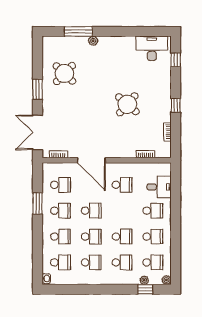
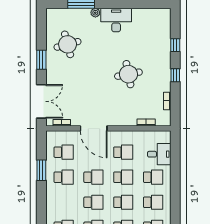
desk: (152, 48) -> (116, 20), moved
window: (176, 60) -> (175, 45), moved
round table: (64, 73) -> (68, 44), turned 31
round table: (127, 104) -> (128, 74), turned 38
double door: (38, 132) -> (41, 101), swing flipped
school desk: (60, 237) -> (123, 177), moved

